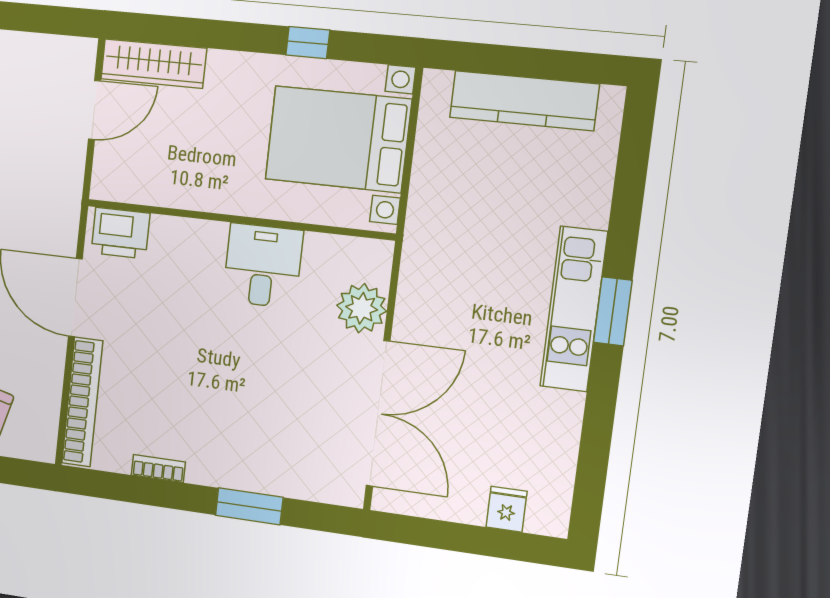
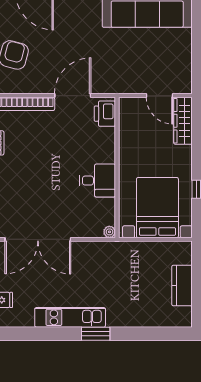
kitchen counter: (524, 101) -> (182, 286), width x0.67
plant: (362, 308) -> (109, 232), moved, width x0.53, depth x0.53
kitchen unit: (574, 309) -> (70, 317), moved

